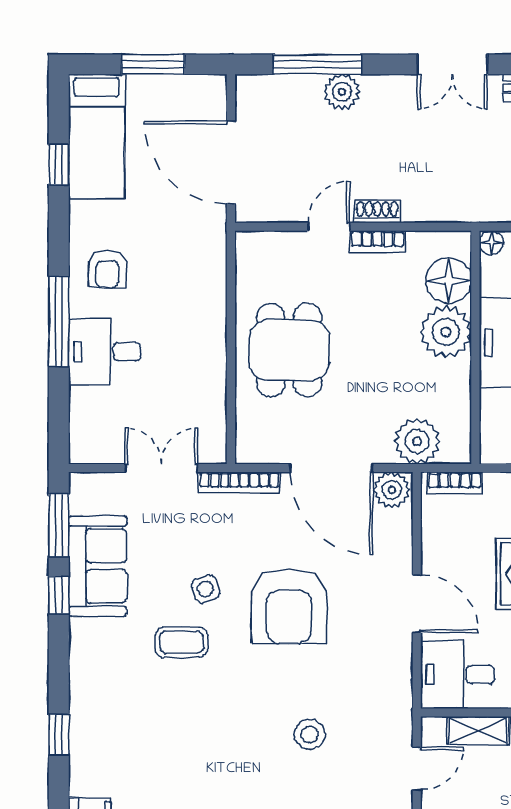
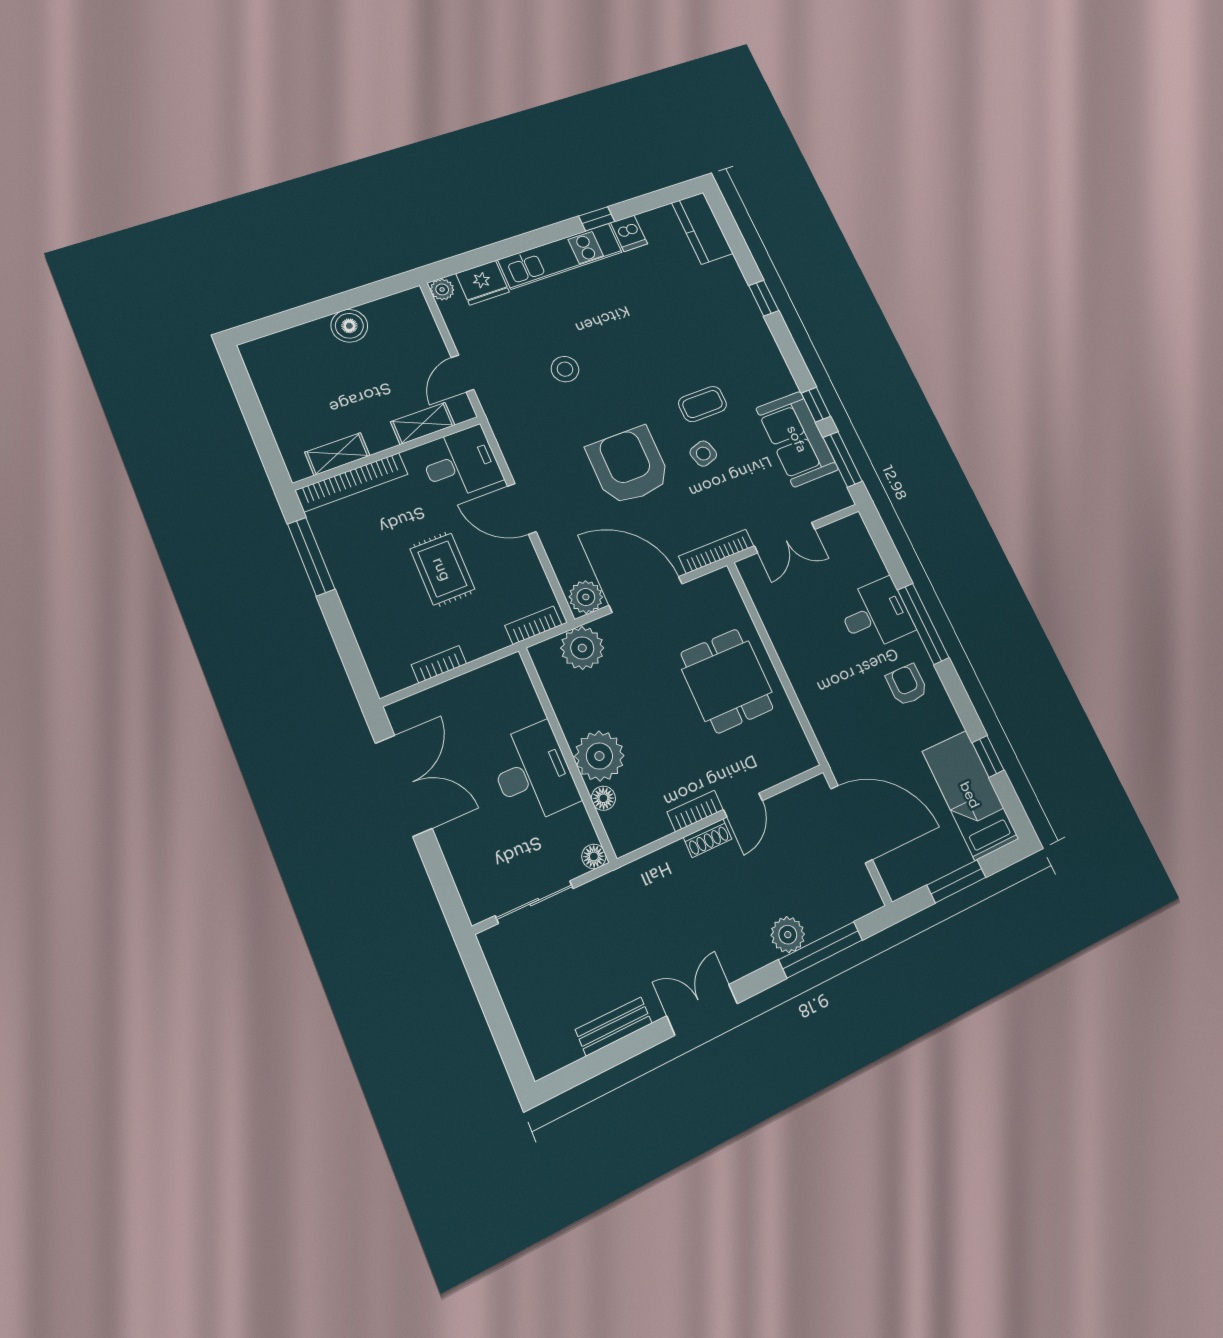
floor lamp: (448, 280) -> (603, 798), width x0.53, depth x0.53

